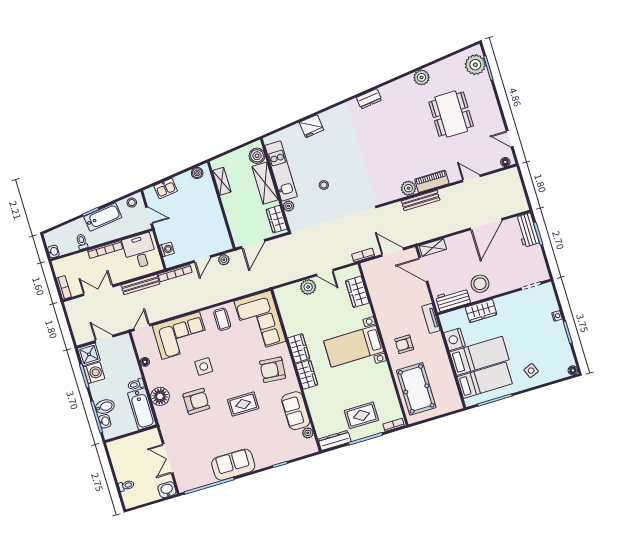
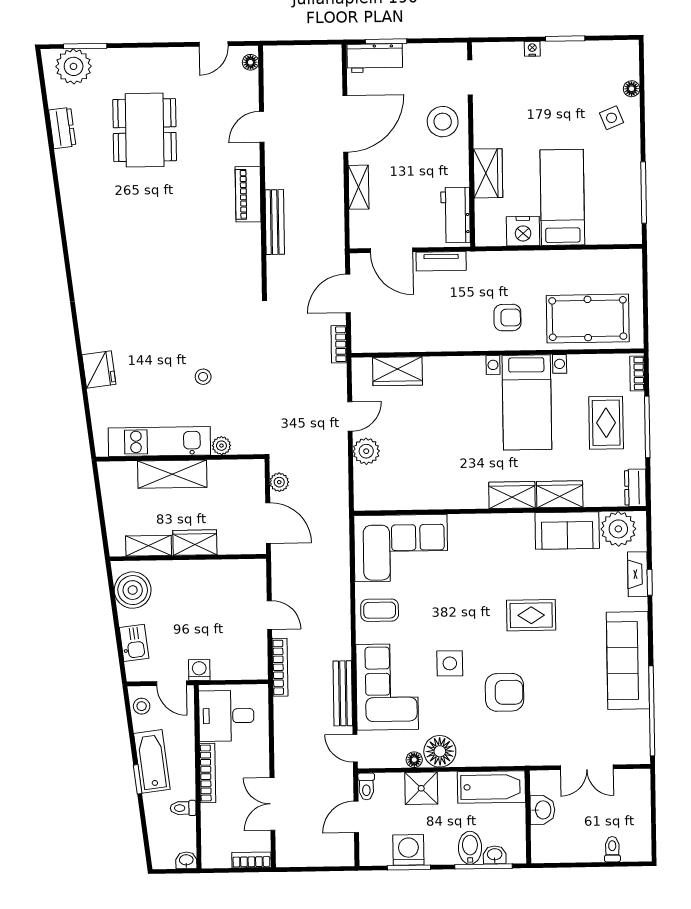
plant: (422, 77) -> (69, 162), removed
dresser: (369, 99) -> (62, 128), moved
dining table: (451, 114) -> (145, 130), turned 90
boiler: (257, 156) -> (122, 475), removed
boiler: (197, 173) -> (133, 590), width x1.86, depth x1.86
plant: (408, 188) -> (248, 237), removed
door: (149, 216) -> (172, 683), swing flipped
wardrobe: (277, 219) -> (195, 543), moved, turned 180
door: (486, 224) -> (345, 124), hinge flipped
shelving: (433, 247) -> (359, 187), moved
washing machine: (167, 249) -> (199, 670), moved
plant: (224, 260) -> (279, 482), moved
door: (423, 269) -> (391, 250), hinge flipped
stool: (480, 284) -> (443, 122), moved
bench: (140, 285) -> (343, 693), moved
tv unit: (431, 318) -> (441, 261), moved
armchair: (404, 344) -> (507, 318), turned -90
bed with nightstands: (354, 346) -> (527, 402), moved
wardrobe: (299, 348) -> (560, 494), moved
shower: (89, 354) -> (421, 788), moved
armchair: (273, 370) -> (488, 550), removed
floor lamp: (573, 370) -> (632, 89), moved
bed: (485, 380) -> (606, 200), removed
toilet: (136, 384) -> (366, 786), moved
floor lamp: (160, 396) -> (440, 751), moved
armchair: (196, 401) -> (504, 692), turned 90
rug: (243, 404) -> (531, 615), turned 90
plant: (308, 433) -> (618, 529), width x1.88, depth x1.88
dresser: (335, 440) -> (635, 488), width x0.70
fireplace: (283, 457) -> (638, 574), added
sofa: (233, 465) -> (628, 660), width x1.36
washbasin: (167, 490) -> (542, 810), moved, turned 180

